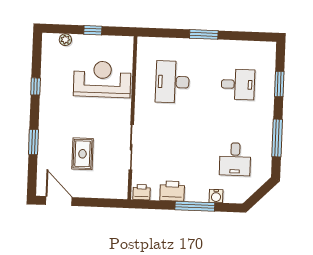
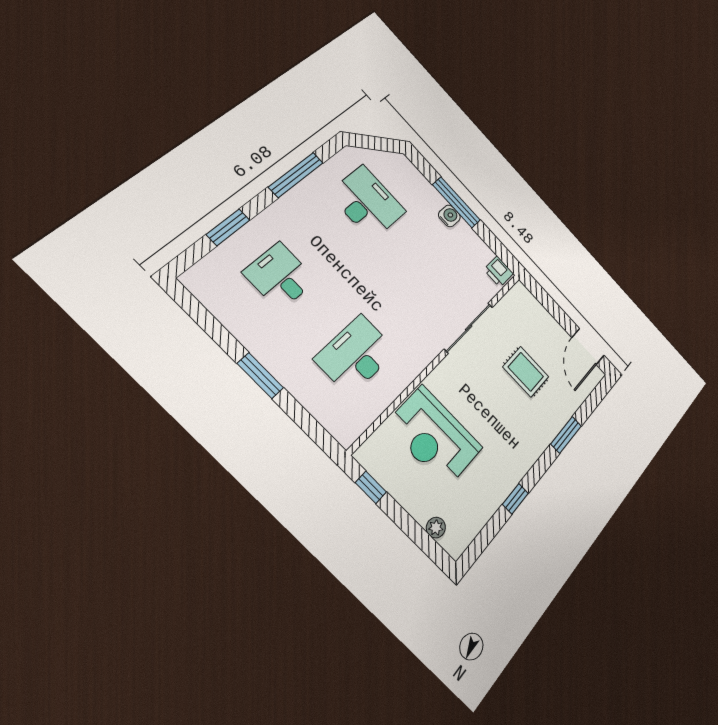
window: (93, 30) -> (371, 487), moved
desk: (172, 82) -> (356, 355), turned 180
rug: (82, 154) -> (526, 372), turned 90
desk: (235, 159) -> (367, 202), width x1.37
printer: (172, 191) -> (466, 240), removed
water cooler: (216, 196) -> (449, 216), moved

